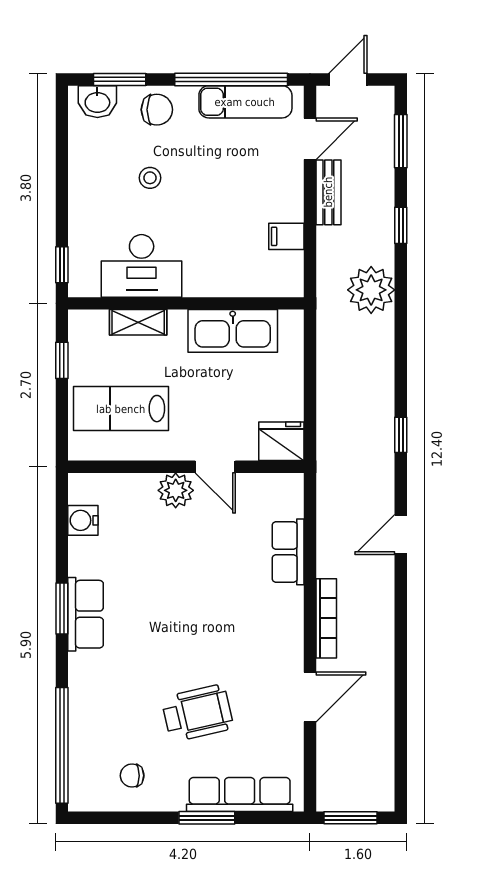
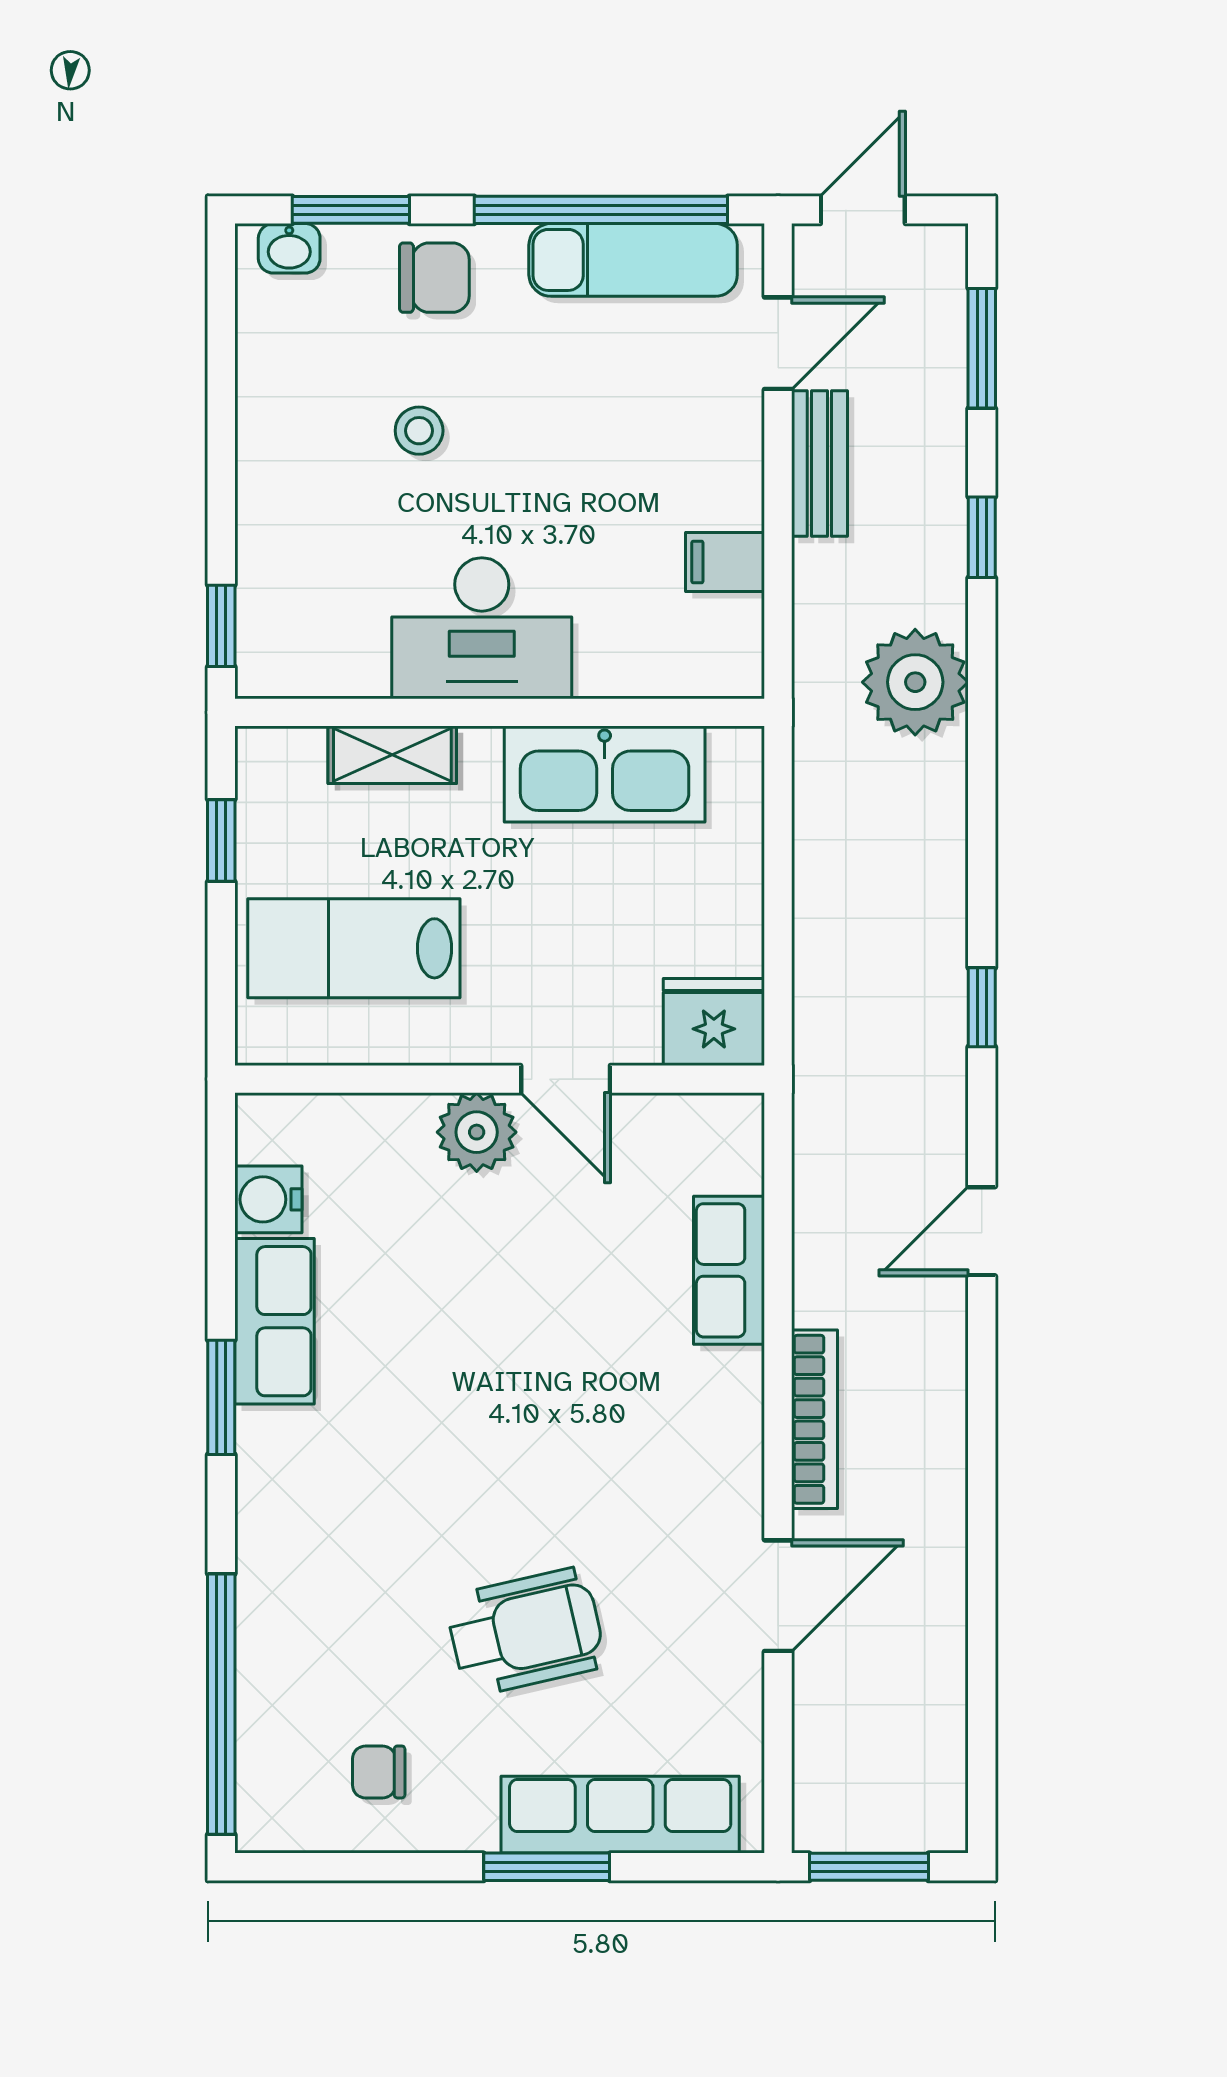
washbasin: (97, 102) -> (289, 248), width x0.72, depth x0.69
desk: (142, 266) -> (482, 628), moved
row of seats: (86, 614) -> (274, 1321), moved

